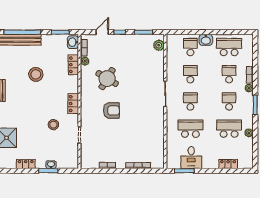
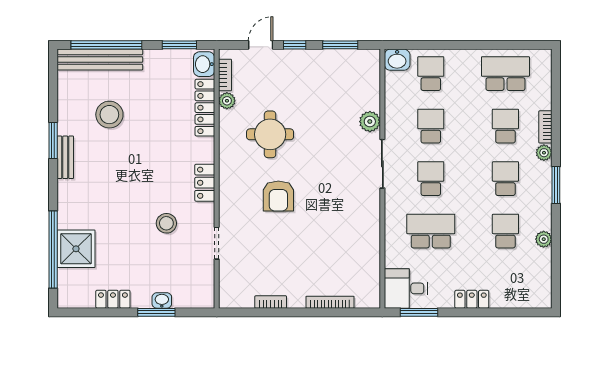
washbasin: (206, 40) -> (397, 60), moved
plant: (159, 45) -> (370, 122), moved
locker: (73, 65) -> (205, 108), width x1.53
stool: (36, 74) -> (109, 115), moved
round table: (107, 79) -> (270, 134), turned -31
armchair: (111, 110) -> (278, 196), turned 90
school desk: (229, 129) -> (505, 231), width x0.54
desk: (191, 158) -> (406, 288), moved, turned 90
locker: (228, 164) -> (472, 299), moved

